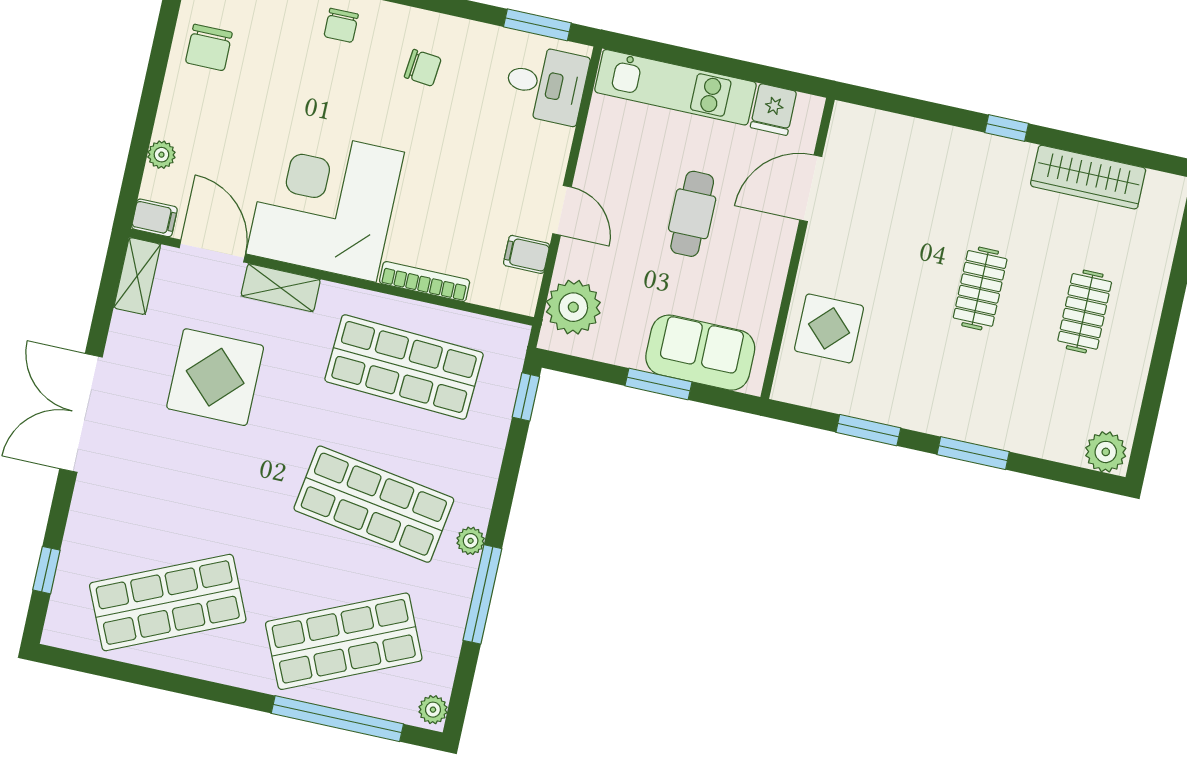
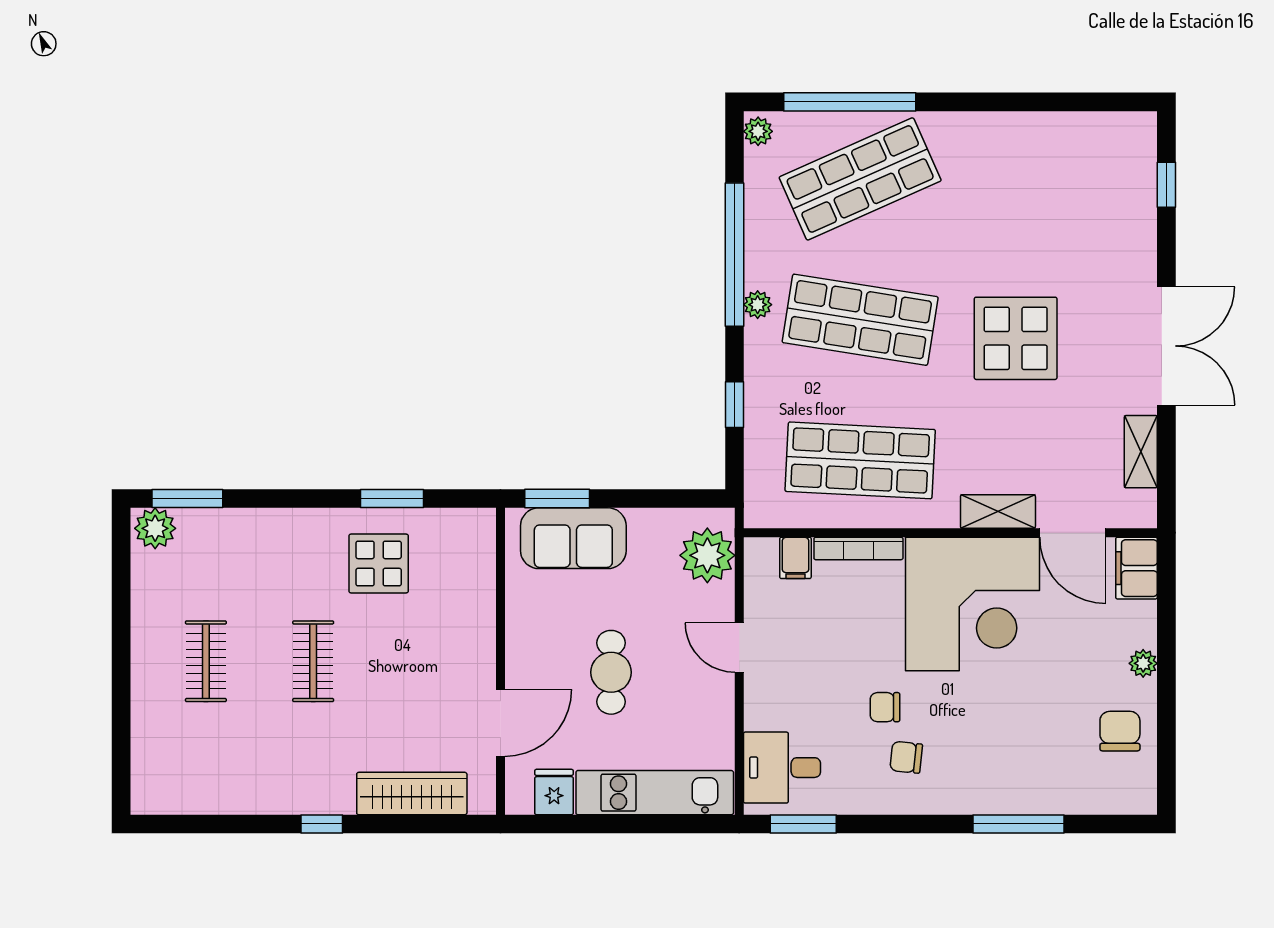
chair: (341, 25) -> (885, 707), moved, turned -90
plant: (161, 155) -> (1143, 663), moved
wardrobe: (1088, 177) -> (412, 794), moved
filing cabinet: (154, 218) -> (1137, 568), width x2.00
filing cabinet: (527, 254) -> (795, 558), moved, turned 90
shelving: (137, 276) -> (1141, 452), moved
display table: (829, 328) -> (379, 563), moved
display table: (215, 377) -> (1016, 338), moved
window: (659, 384) -> (557, 499), moved
window: (526, 397) -> (734, 405), moved
window: (973, 453) -> (187, 499), moved
window: (482, 594) -> (734, 255), width x1.46
shop shelf: (168, 603) -> (1041, 179), removed

